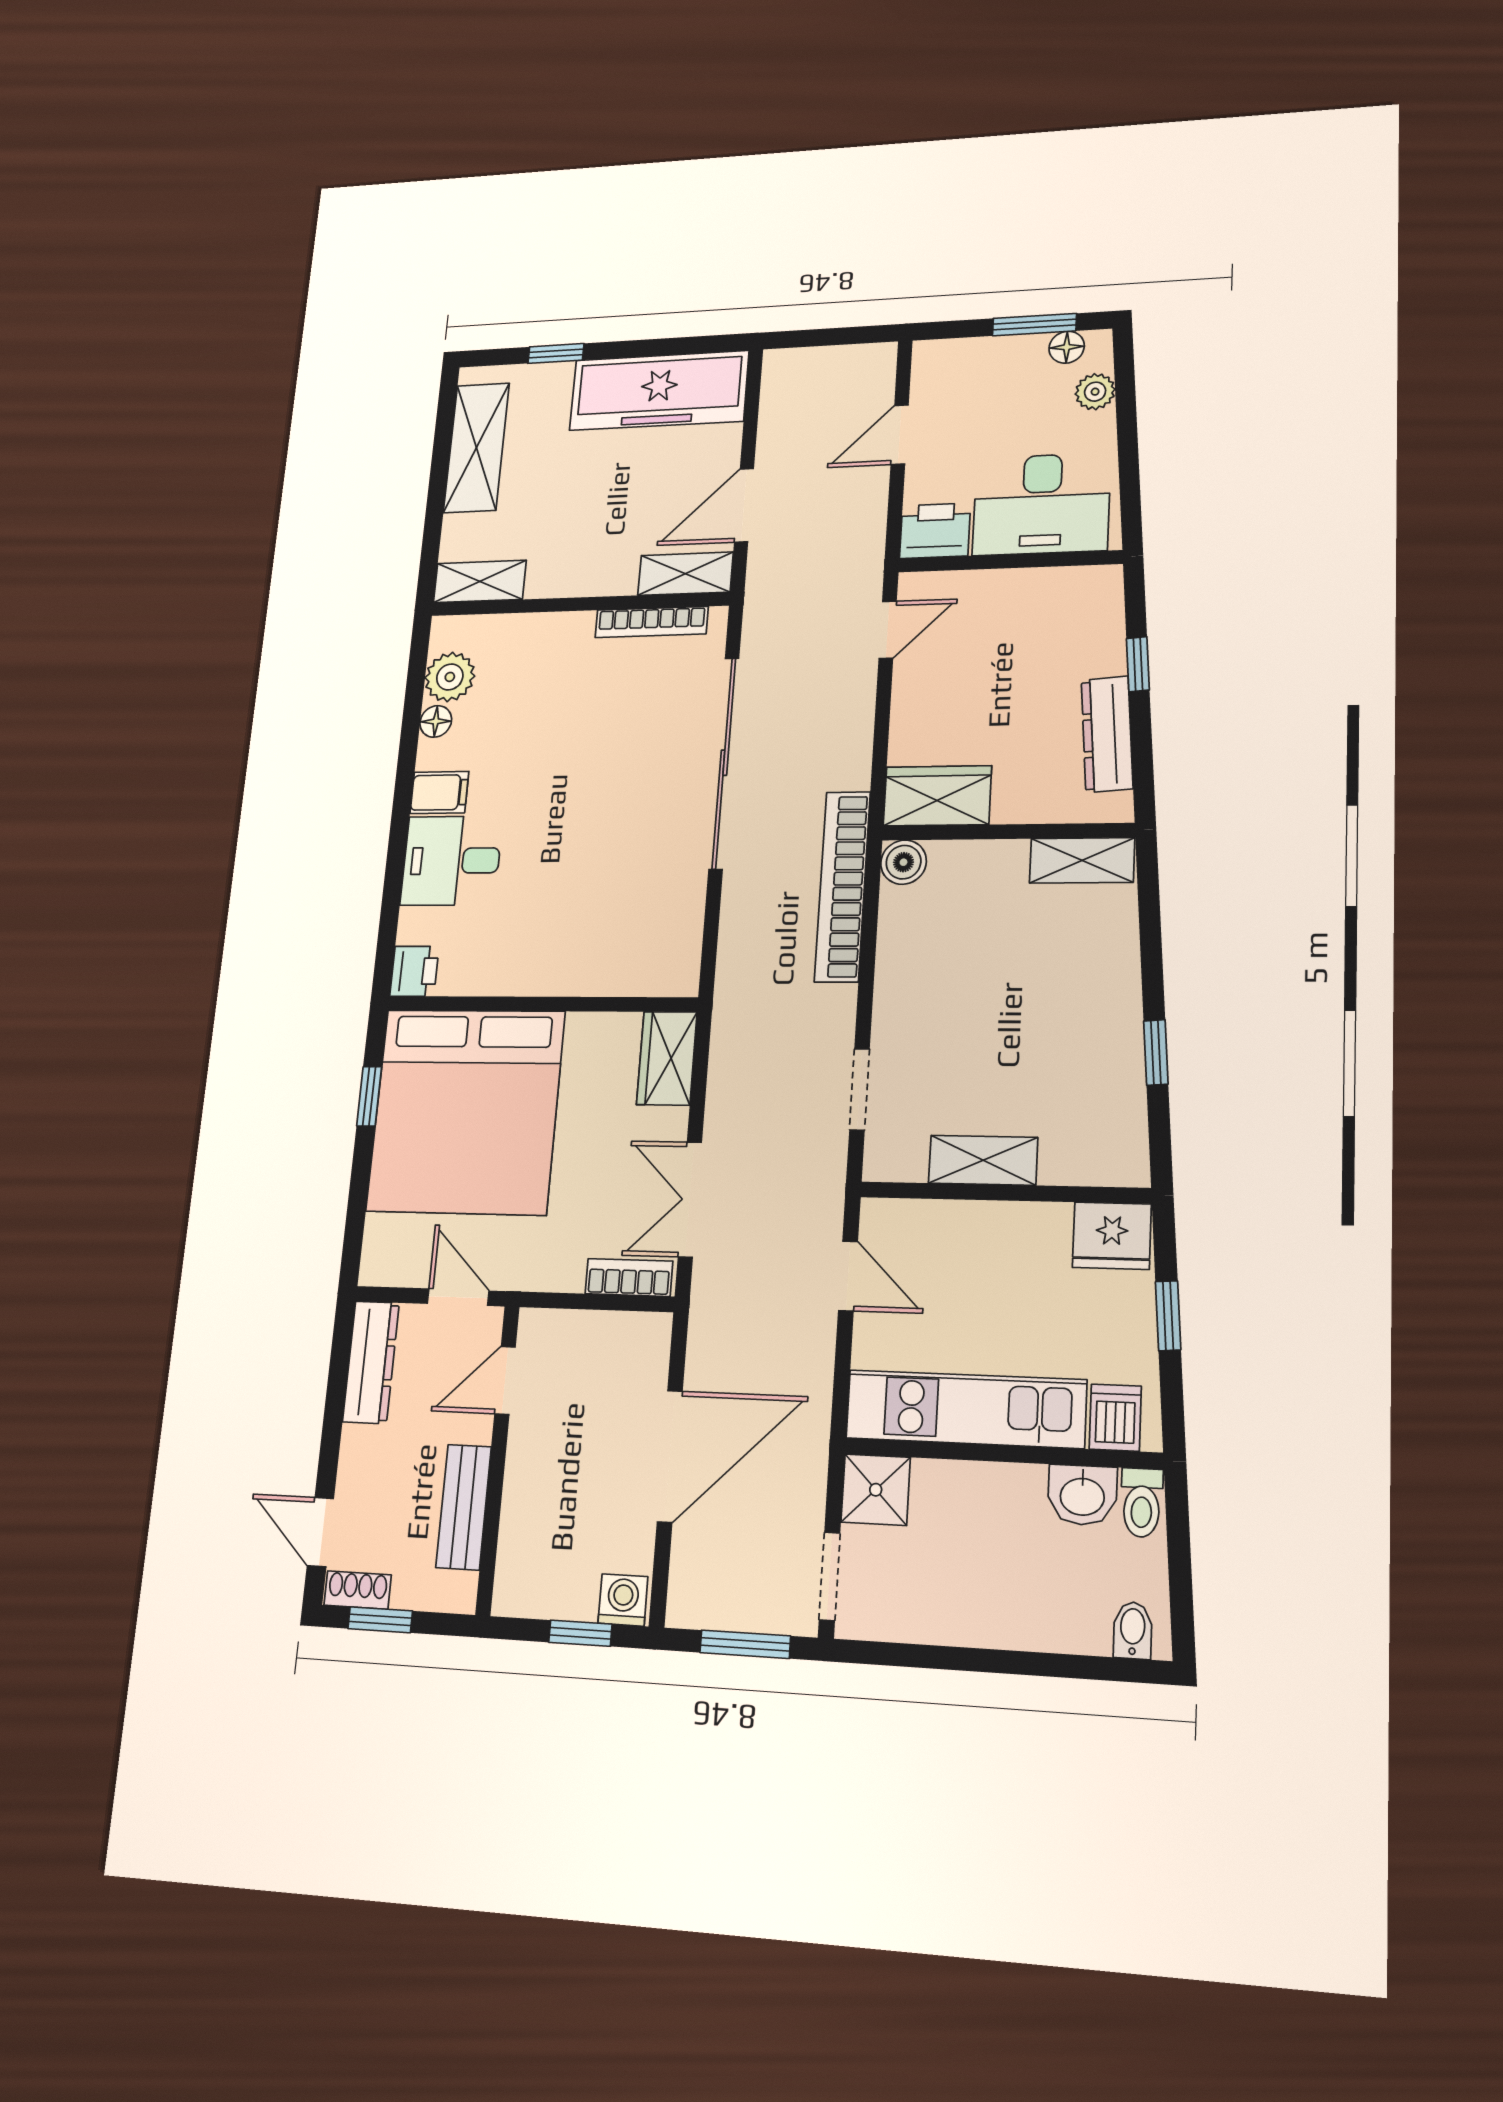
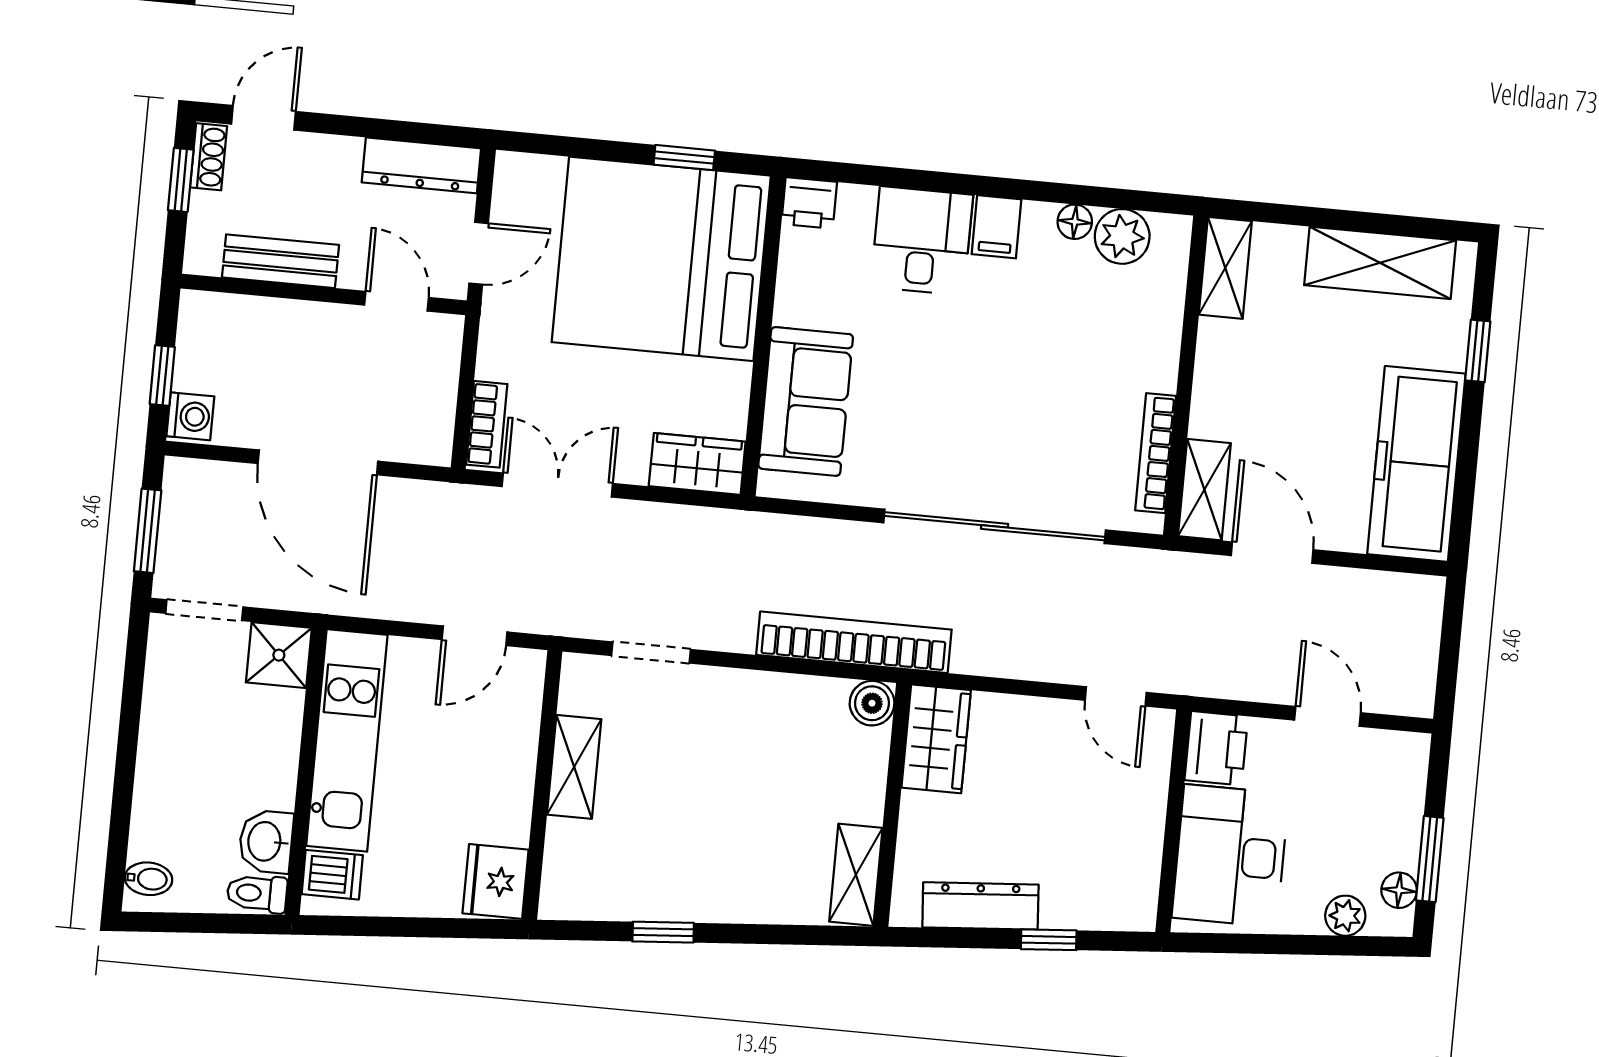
sofa: (604, 956) -> (806, 401), added
window: (1168, 1316) -> (420, 927), removed

